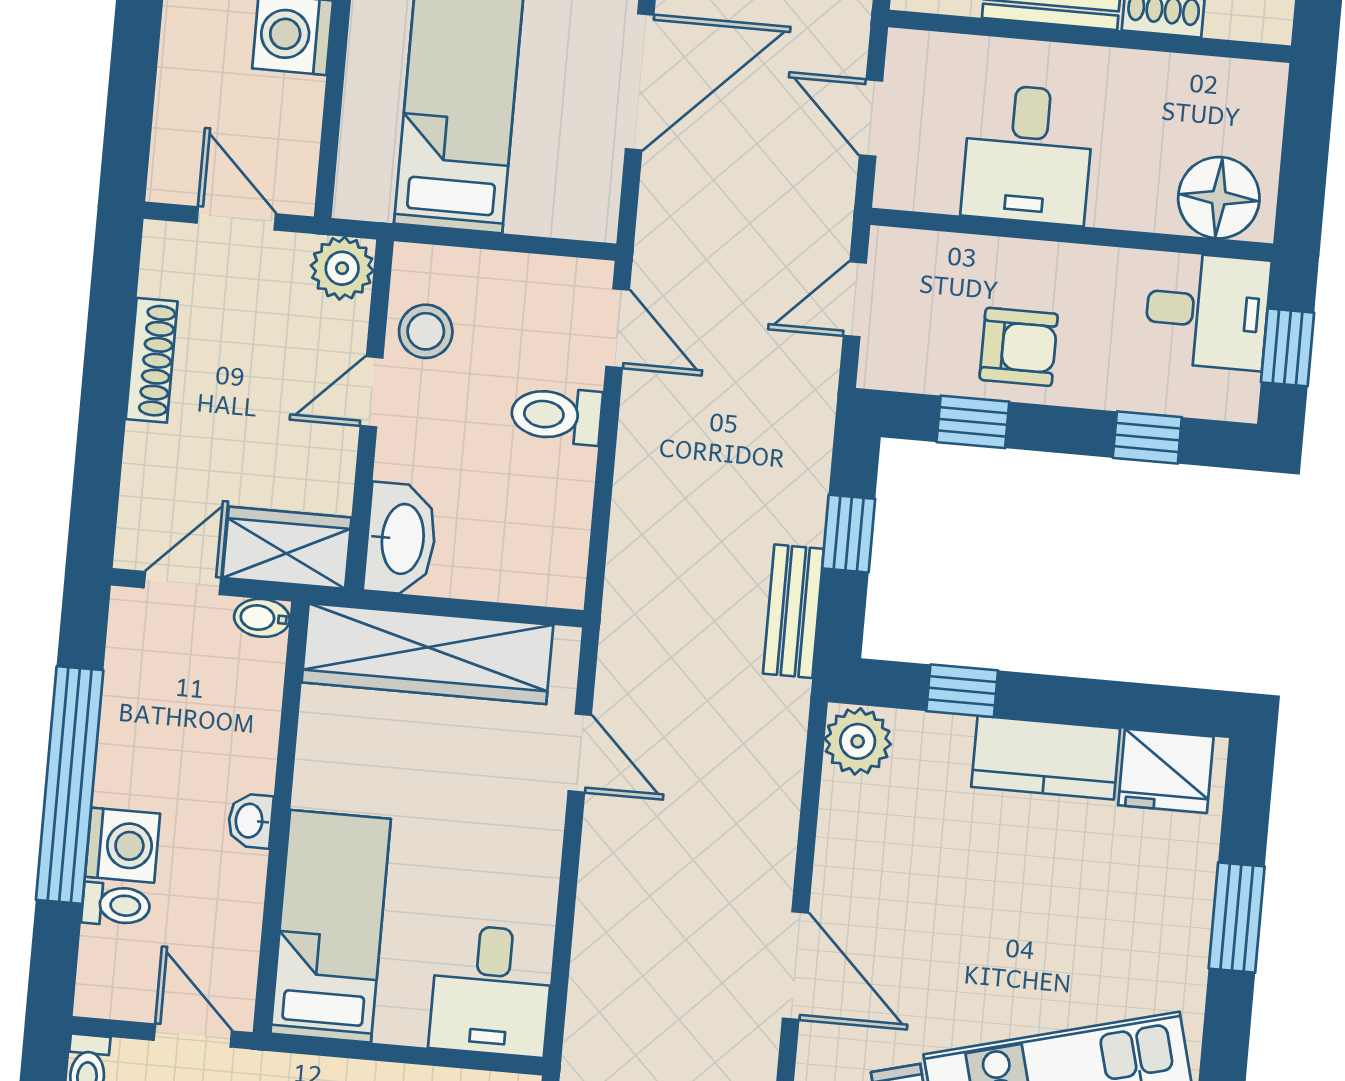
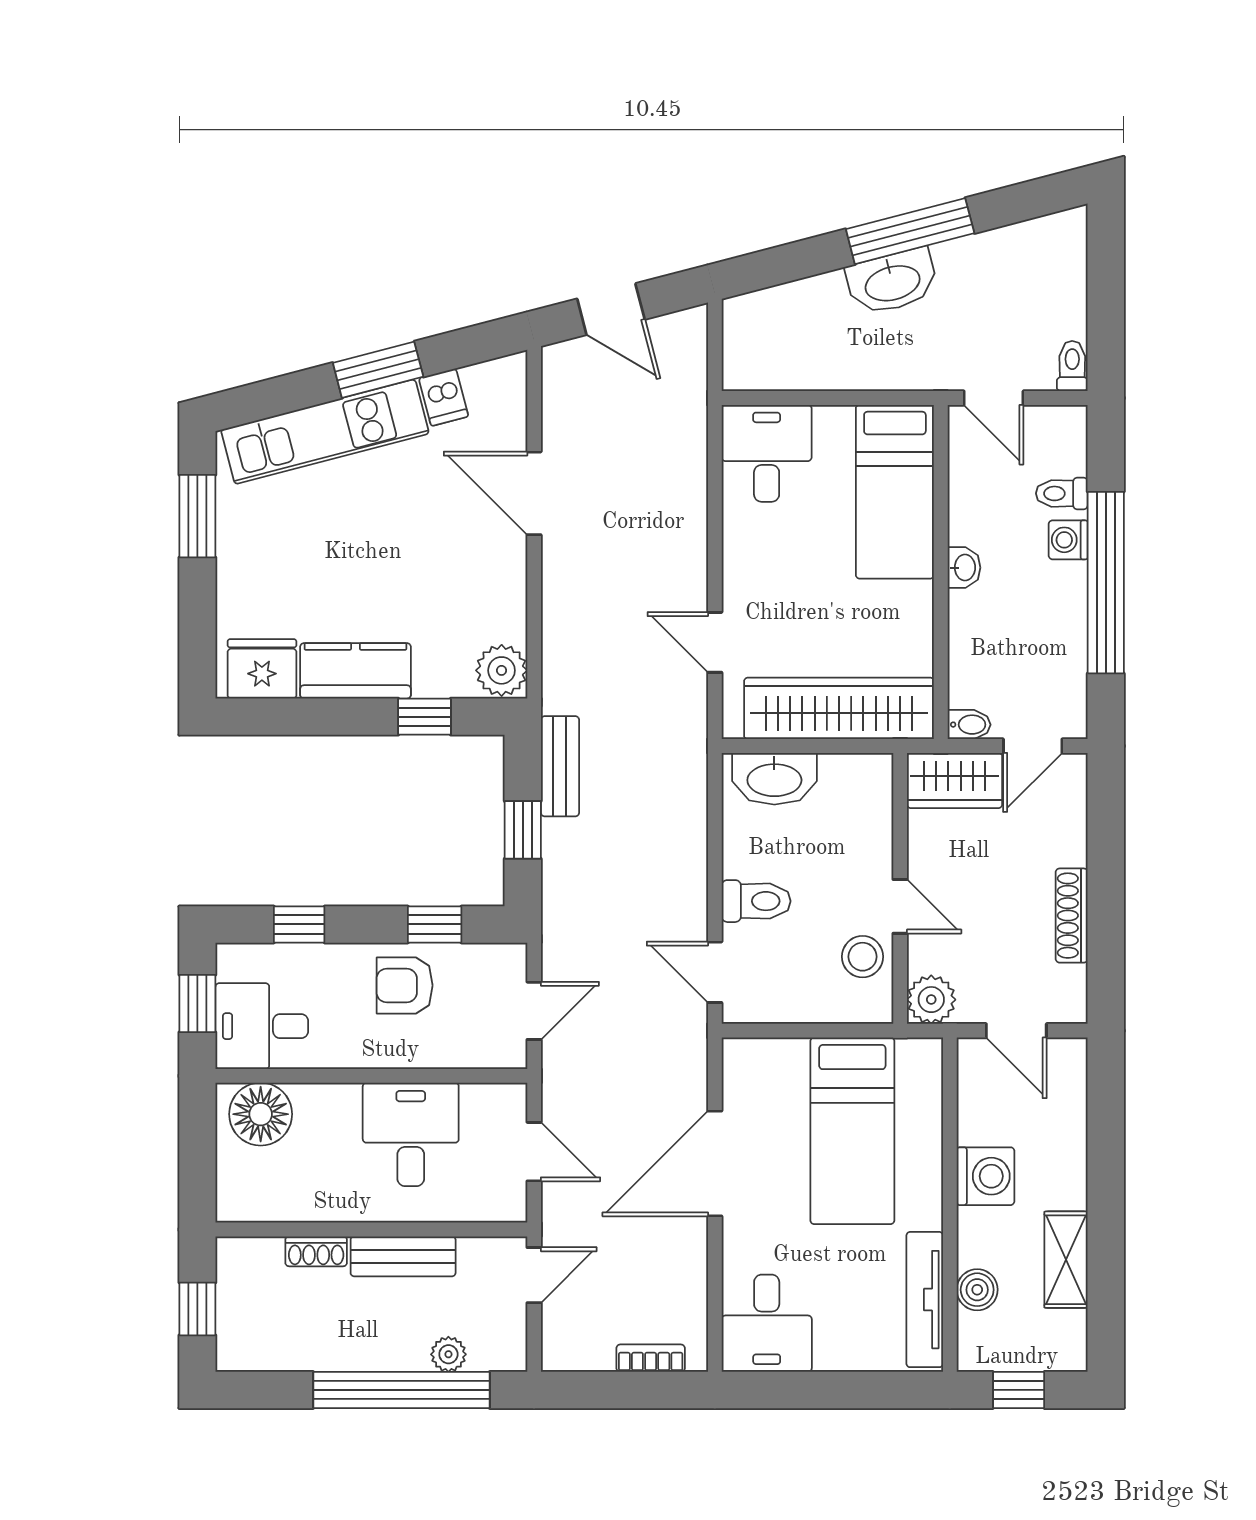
door: (372, 392) -> (900, 906), hinge flipped
washbasin: (401, 539) -> (774, 779), moved, turned -90
washing machine: (123, 845) -> (1068, 540), width x0.73, depth x0.73
window: (1237, 918) -> (197, 516), moved

